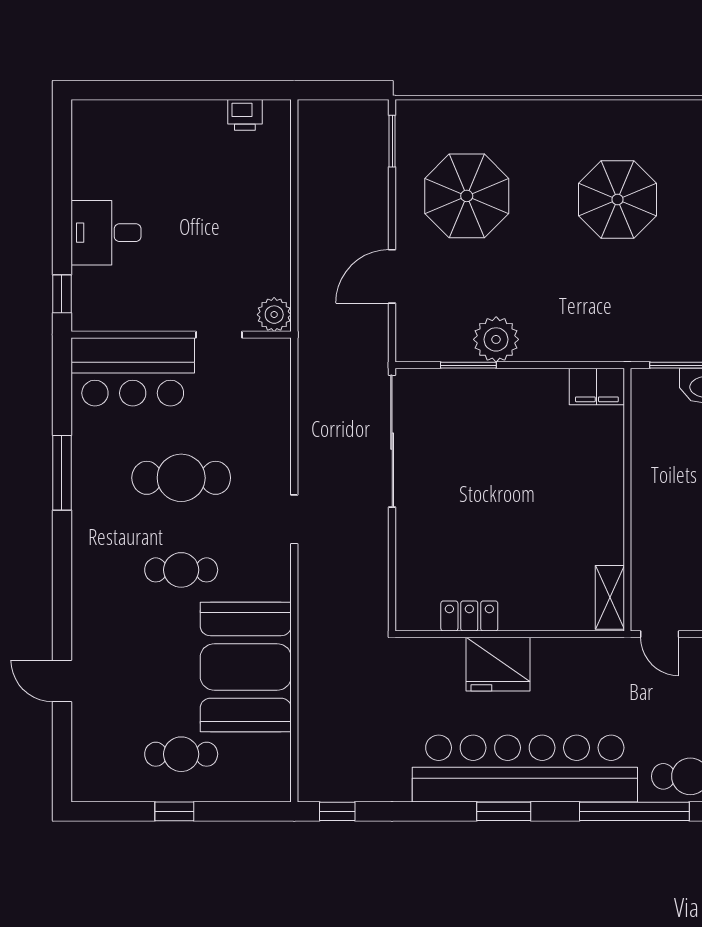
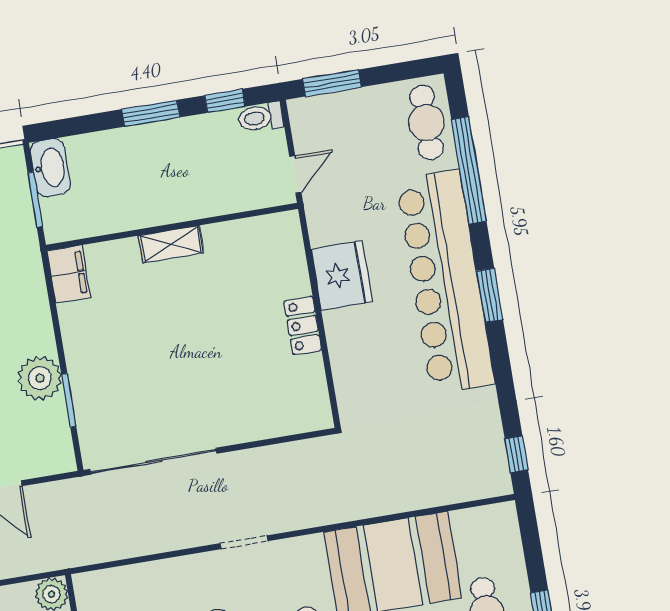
shelving: (610, 597) -> (171, 244), moved
locker: (469, 616) -> (303, 326), moved
fridge: (498, 664) -> (342, 275), moved

